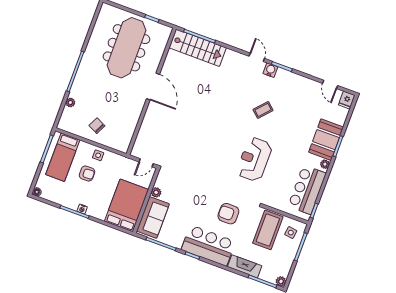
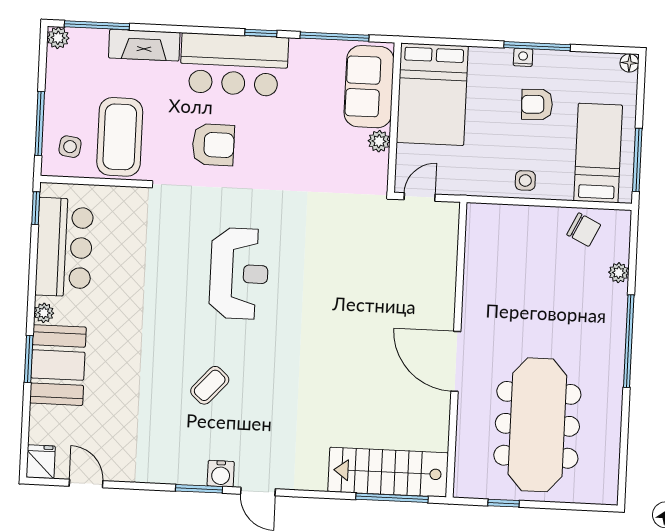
chair: (97, 126) -> (584, 230), moved
reception desk: (254, 159) -> (239, 274), moved
armchair: (87, 174) -> (537, 104), moved

